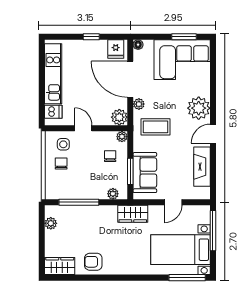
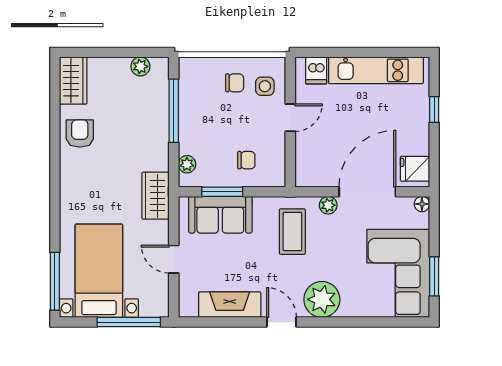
window: (91, 37) -> (434, 109), moved
plant: (119, 117) -> (308, 174), removed
plant: (122, 137) -> (277, 179), removed

